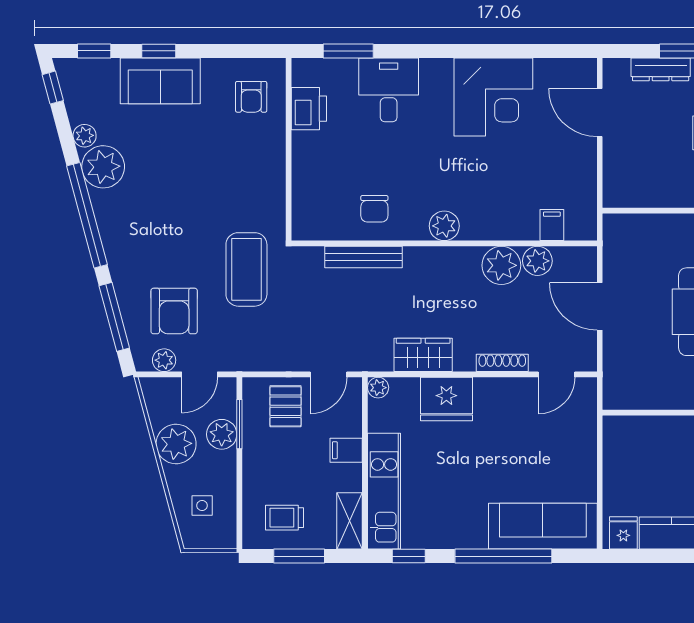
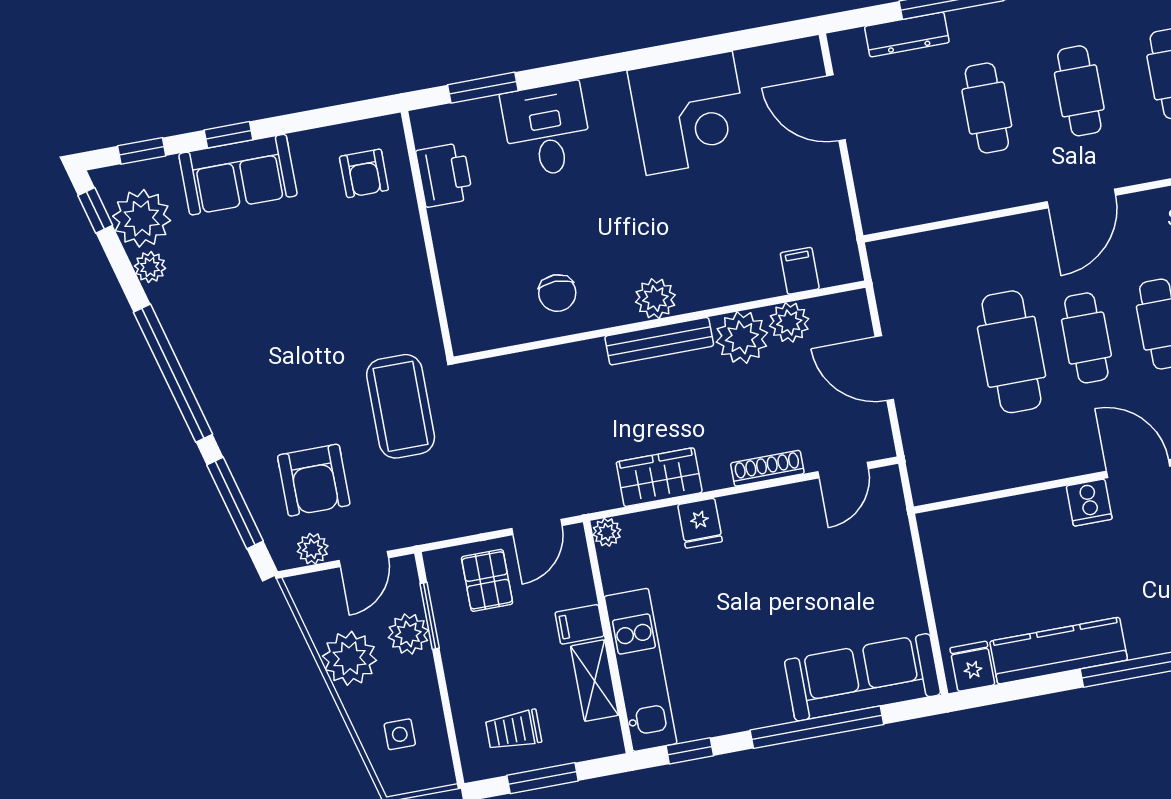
plant: (103, 167) -> (142, 218), moved
bench: (364, 257) -> (659, 341), moved
fridge: (446, 399) -> (700, 523), width x0.53, depth x0.75
shelving: (350, 521) -> (595, 681), moved

